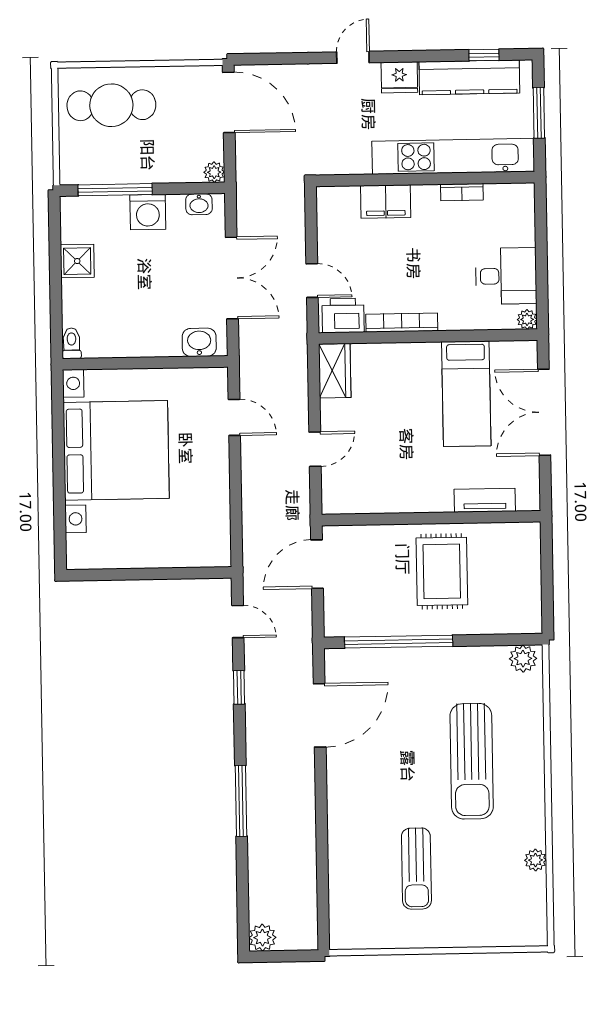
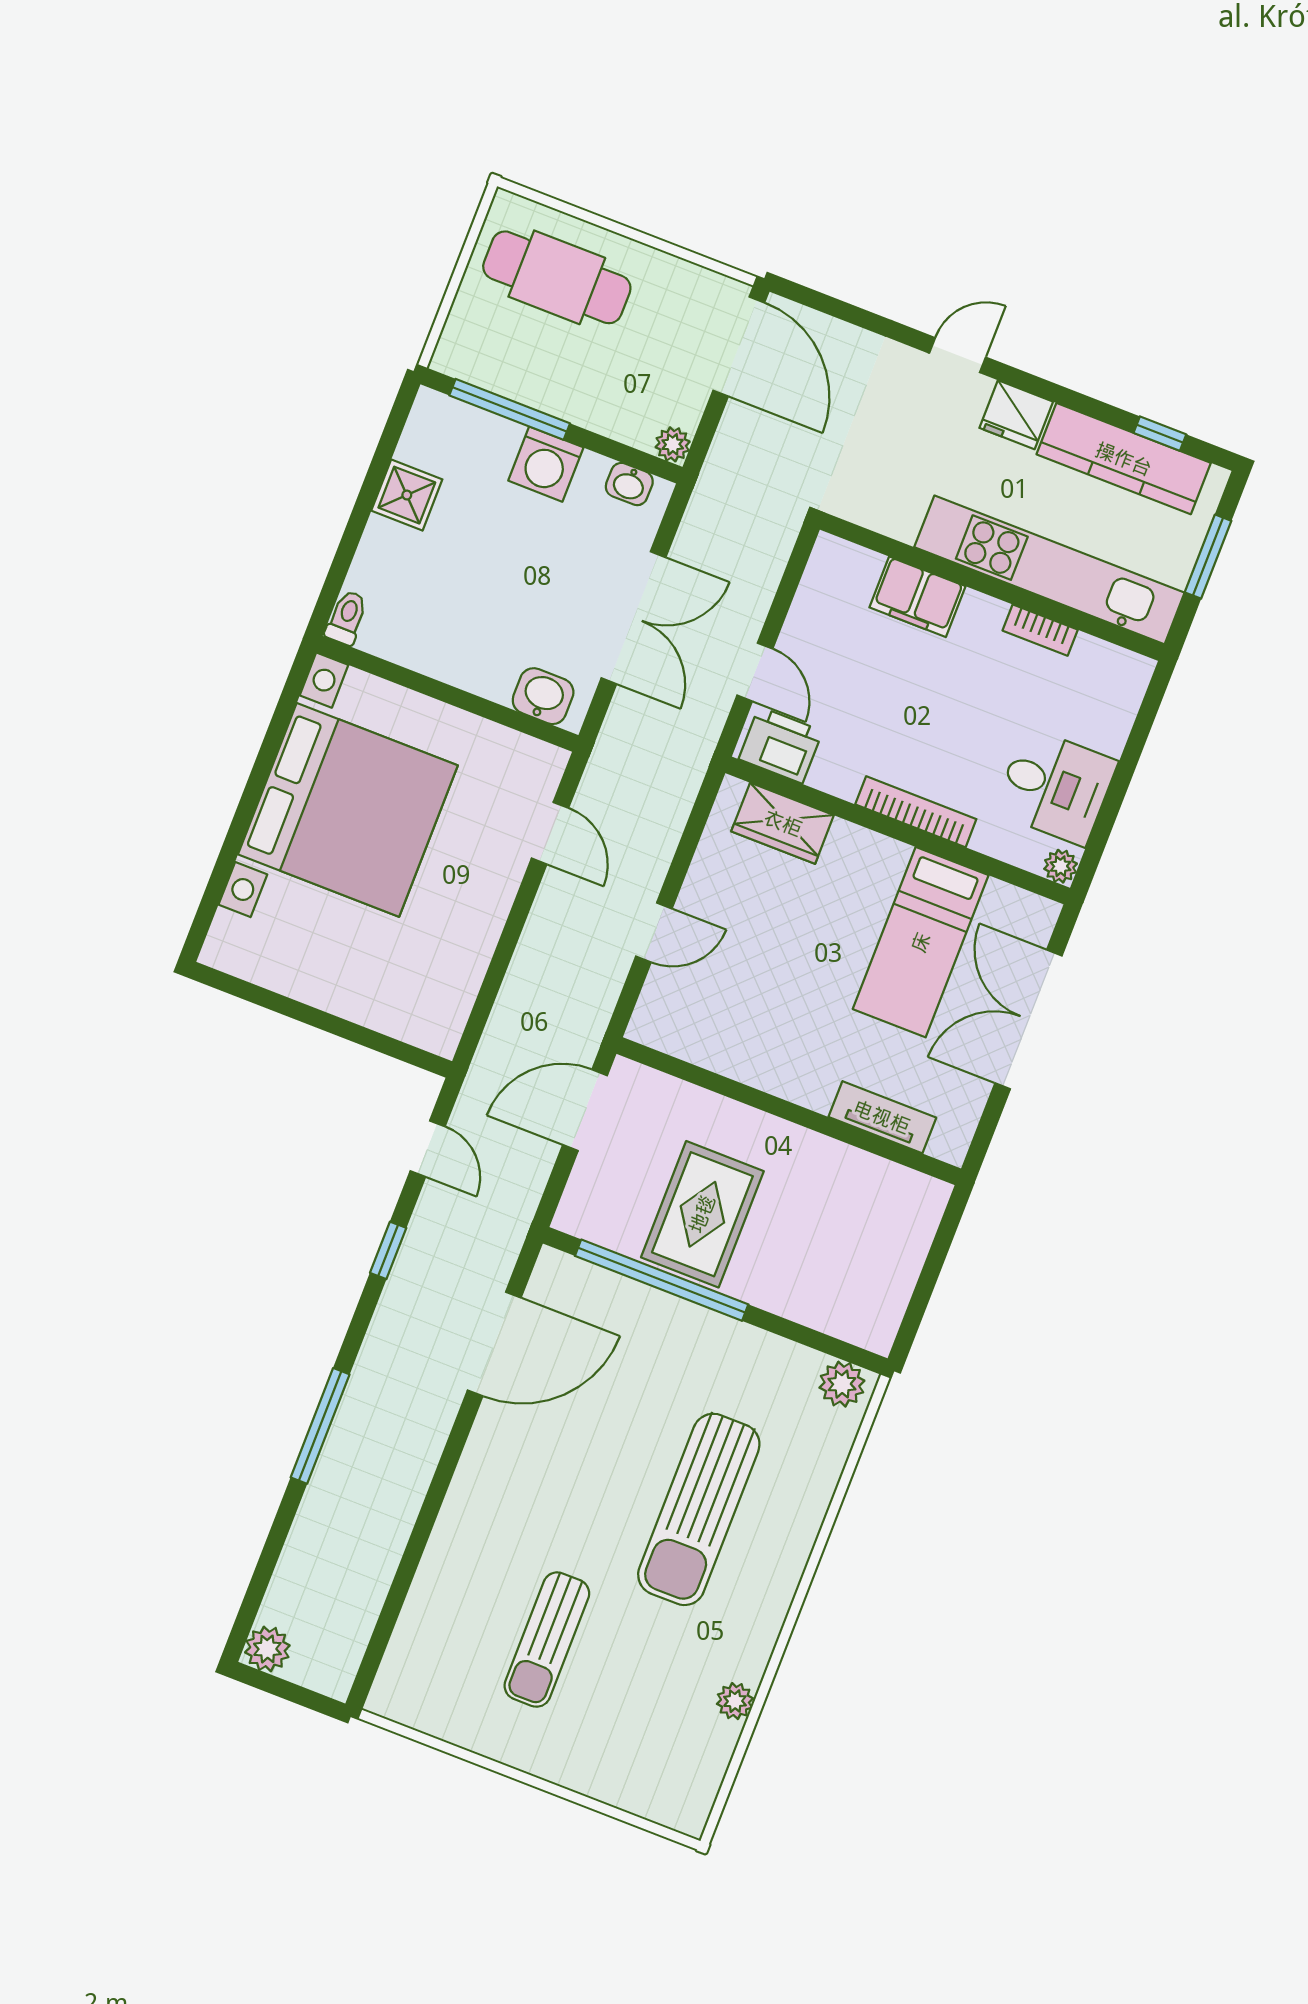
bookcase: (402, 323) -> (916, 812), moved
wardrobe: (335, 371) -> (783, 823), moved, turned 90
rug: (442, 571) -> (702, 1214), moved

